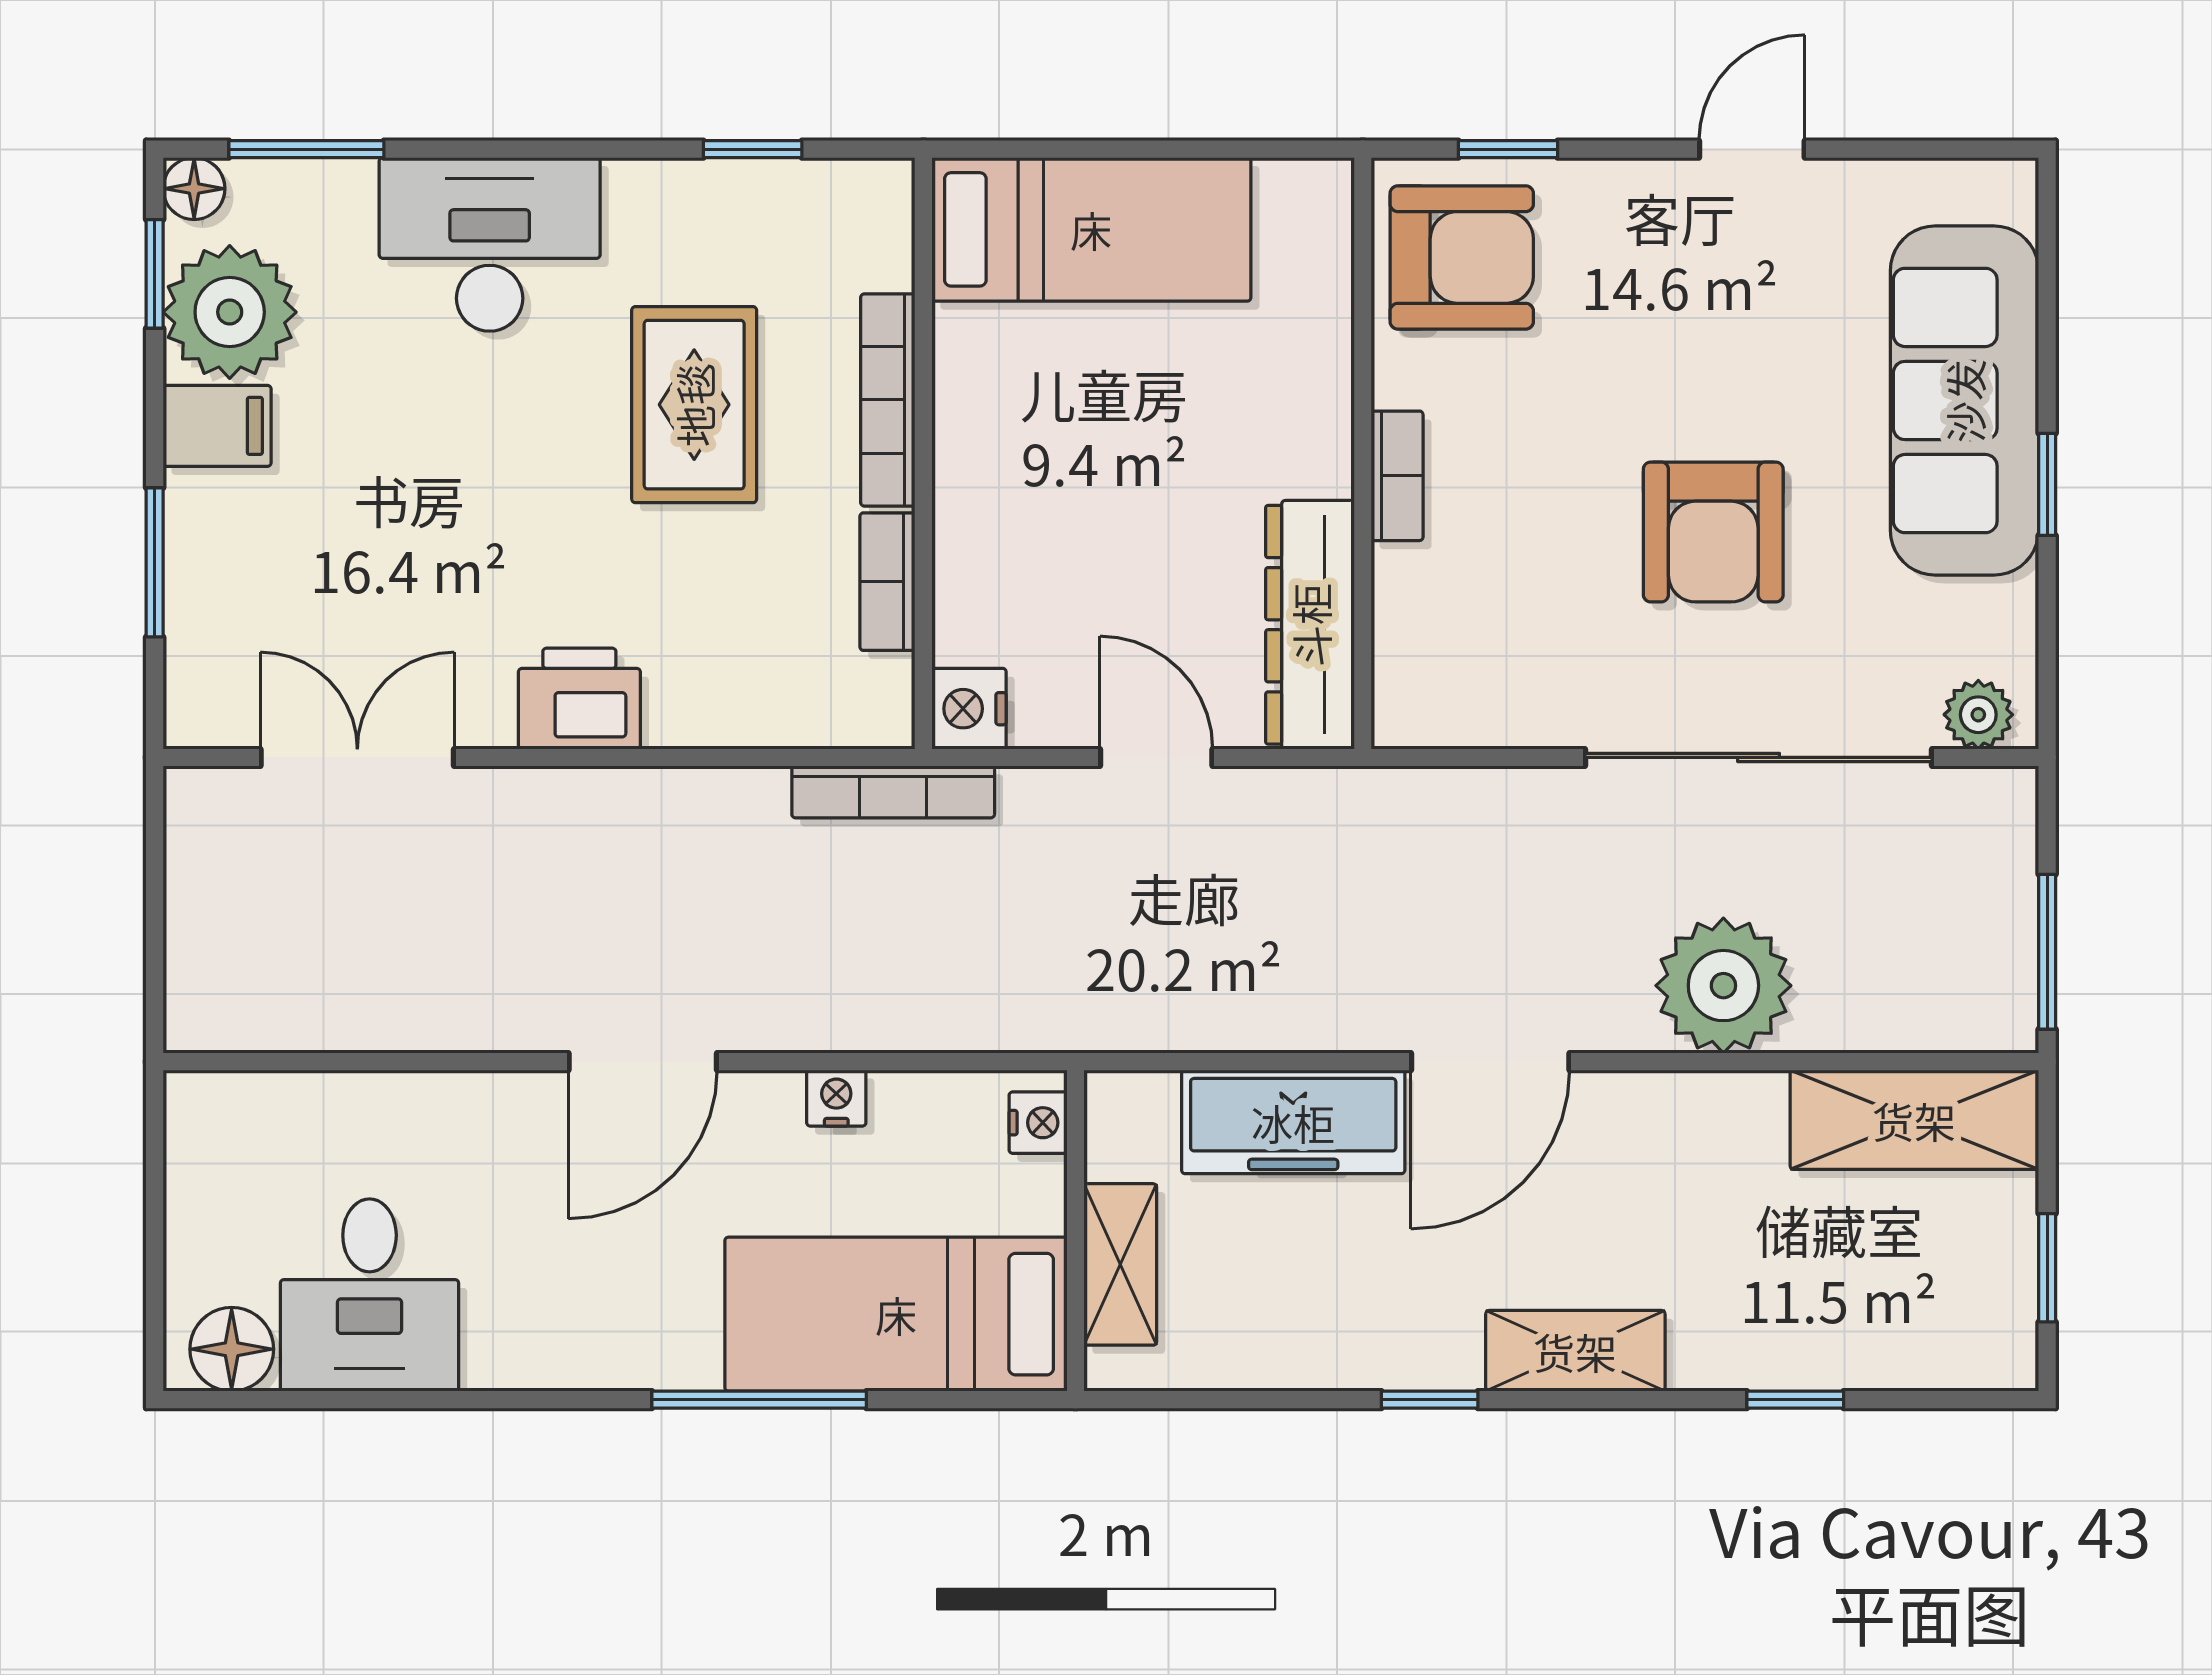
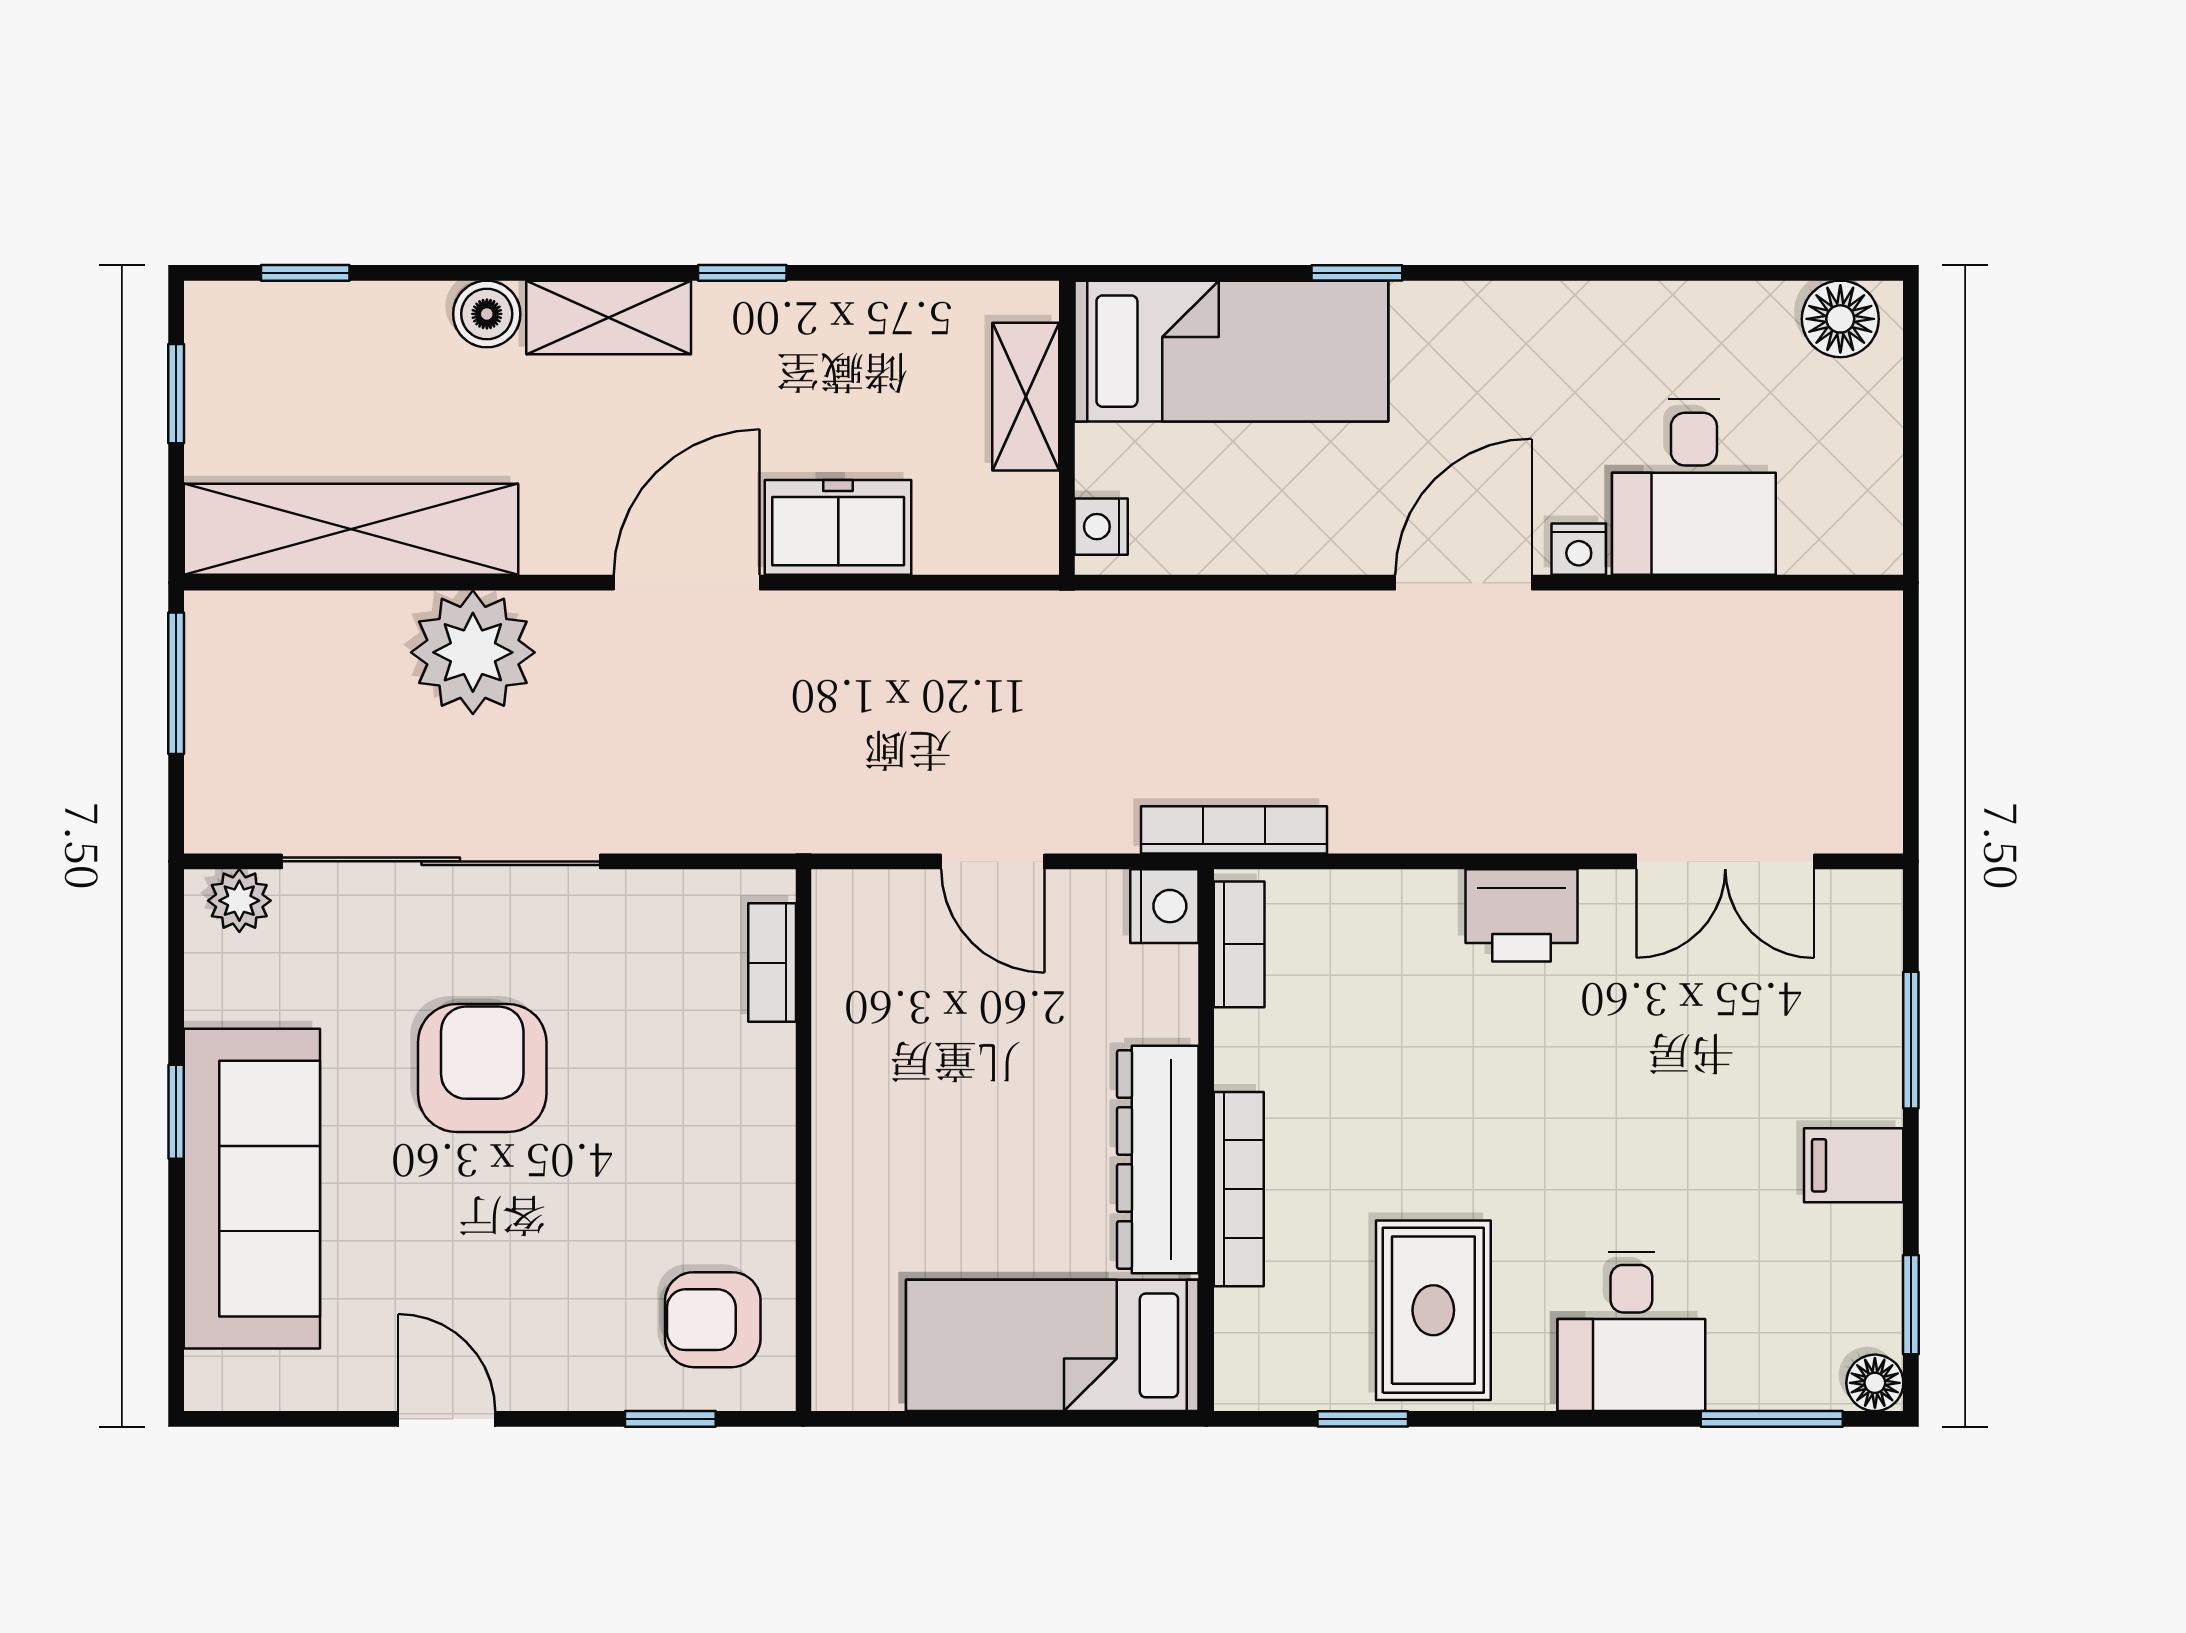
door: (1752, 149) -> (447, 1419), swing flipped
desk: (490, 244) -> (1631, 1332), width x0.73
armchair: (1462, 257) -> (713, 1320), width x0.72, depth x0.72
plant: (230, 312) -> (1842, 1270), removed
rug: (694, 405) -> (1433, 1310), moved
bookcase: (1397, 476) -> (772, 963), moved
bookcase: (887, 582) -> (1239, 944), moved
dresser: (1310, 625) -> (1158, 1160), moved, turned 180
nightstand: (836, 1098) -> (1579, 549), moved
shelving: (1914, 1120) -> (351, 529), width x1.47
freezer: (1293, 1122) -> (838, 527), width x0.71
desk: (370, 1295) -> (1694, 487), moved, turned 180
boiler: (1708, 1355) -> (487, 314), added
window: (759, 1400) -> (1357, 273), width x0.46
window: (1795, 1400) -> (305, 273), moved

